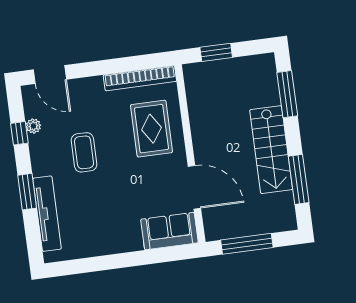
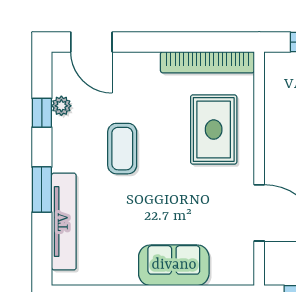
sofa: (169, 231) -> (174, 265), moved

